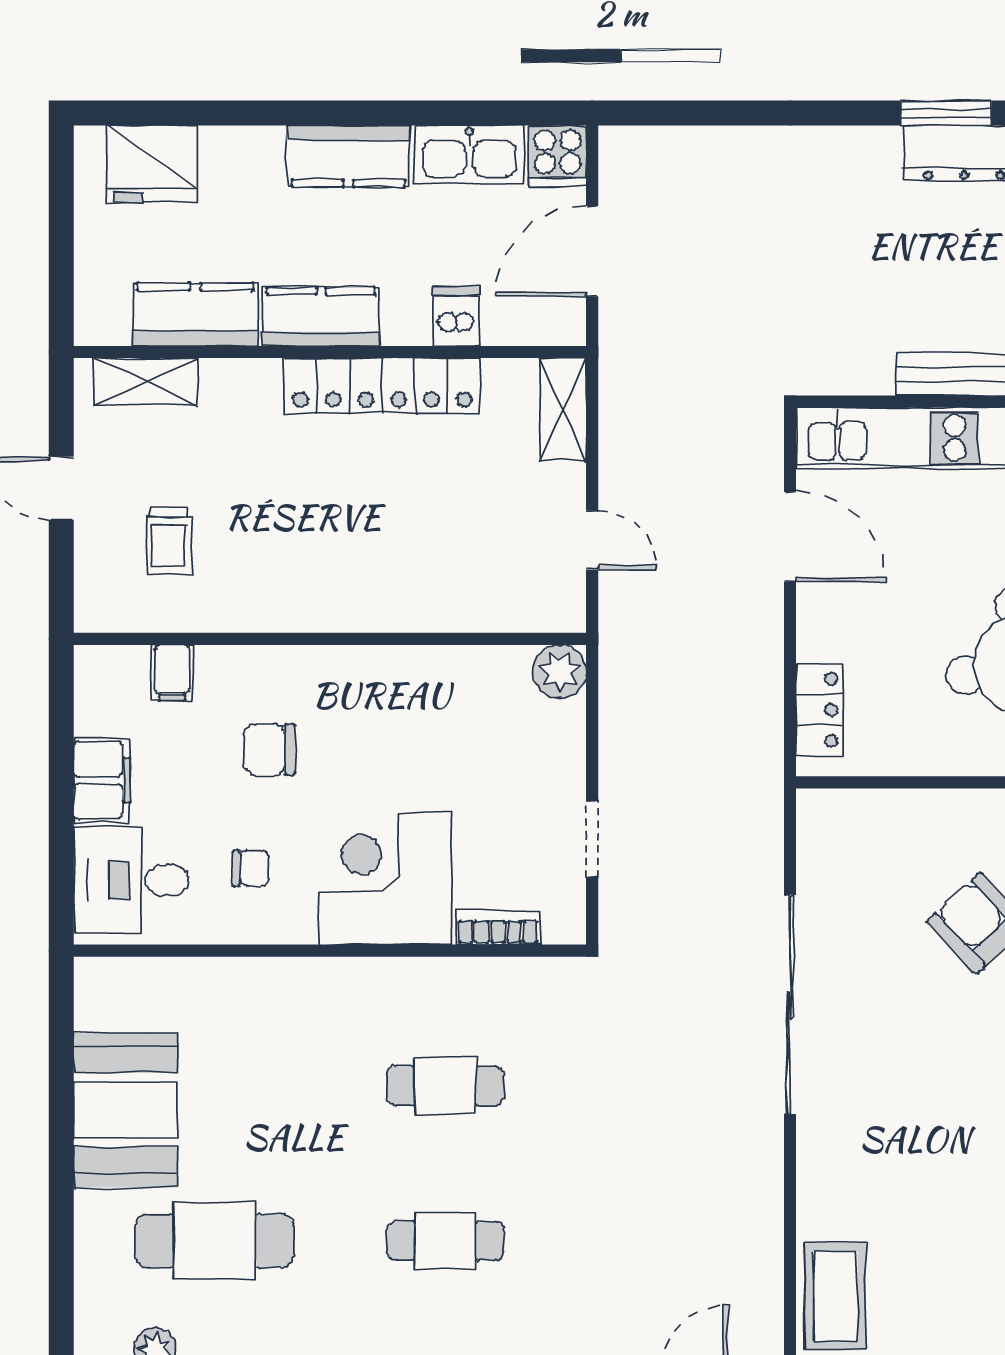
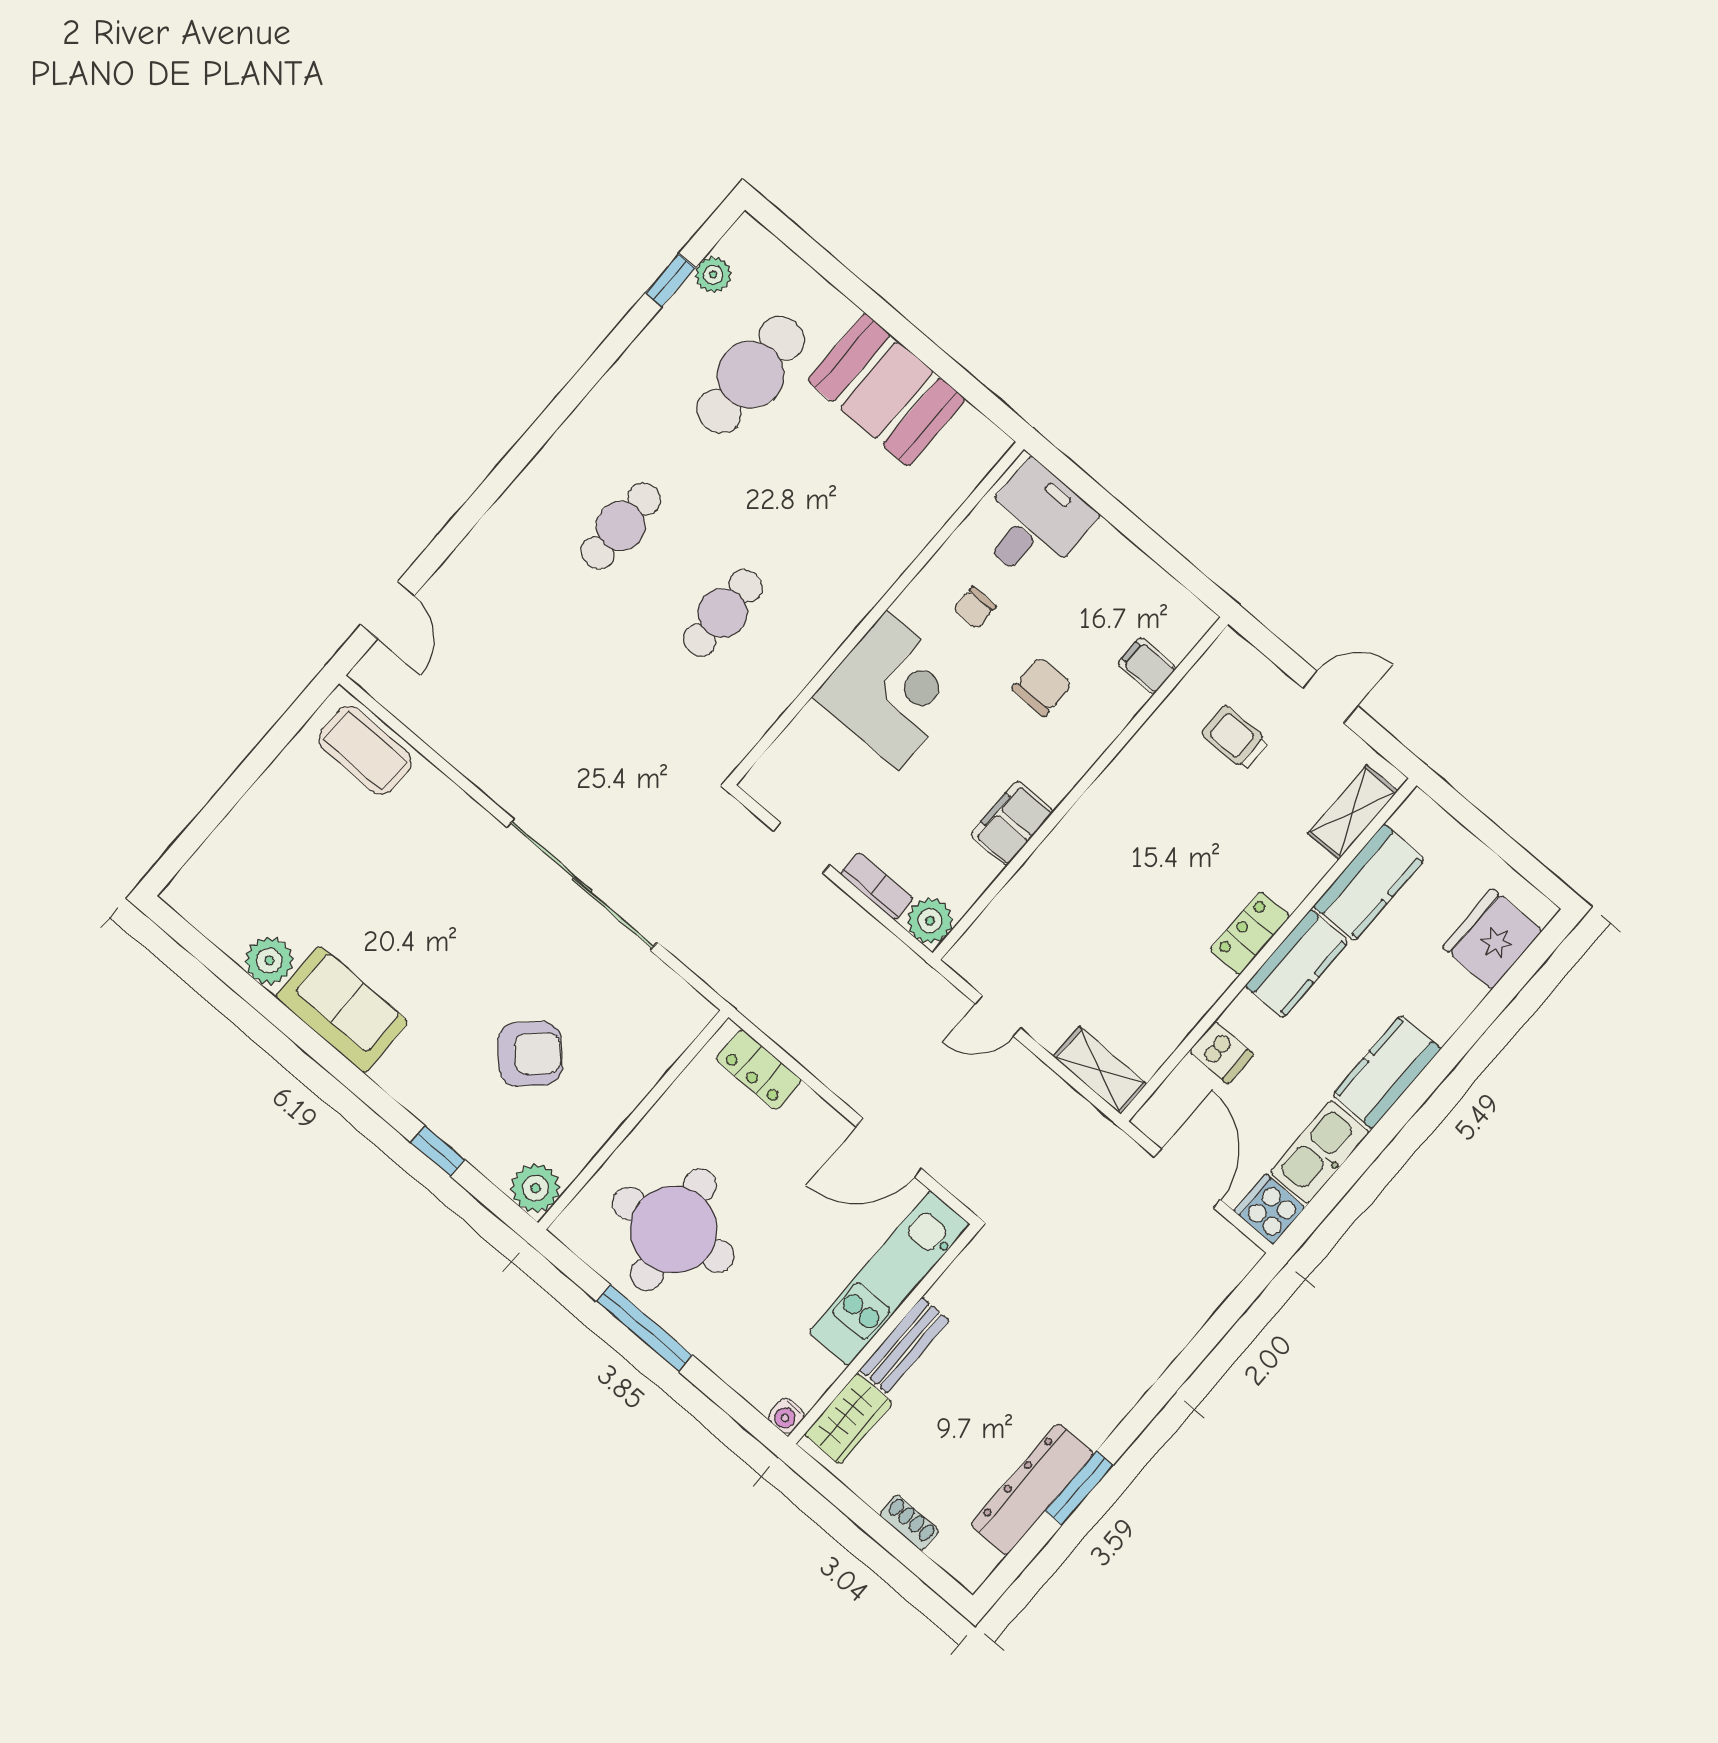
locker: (382, 386) -> (1250, 933), width x0.46, depth x0.83
filing cabinet: (102, 780) -> (1012, 823), moved, turned 90
bookcase: (498, 928) -> (877, 886), moved, turned -90

